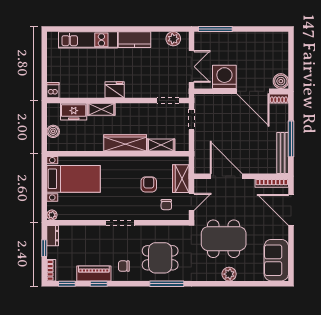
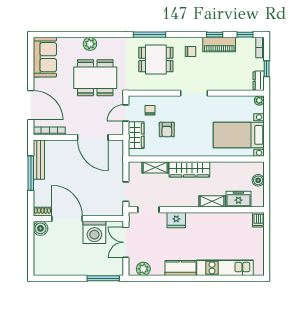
fridge: (115, 90) -> (176, 220), moved

